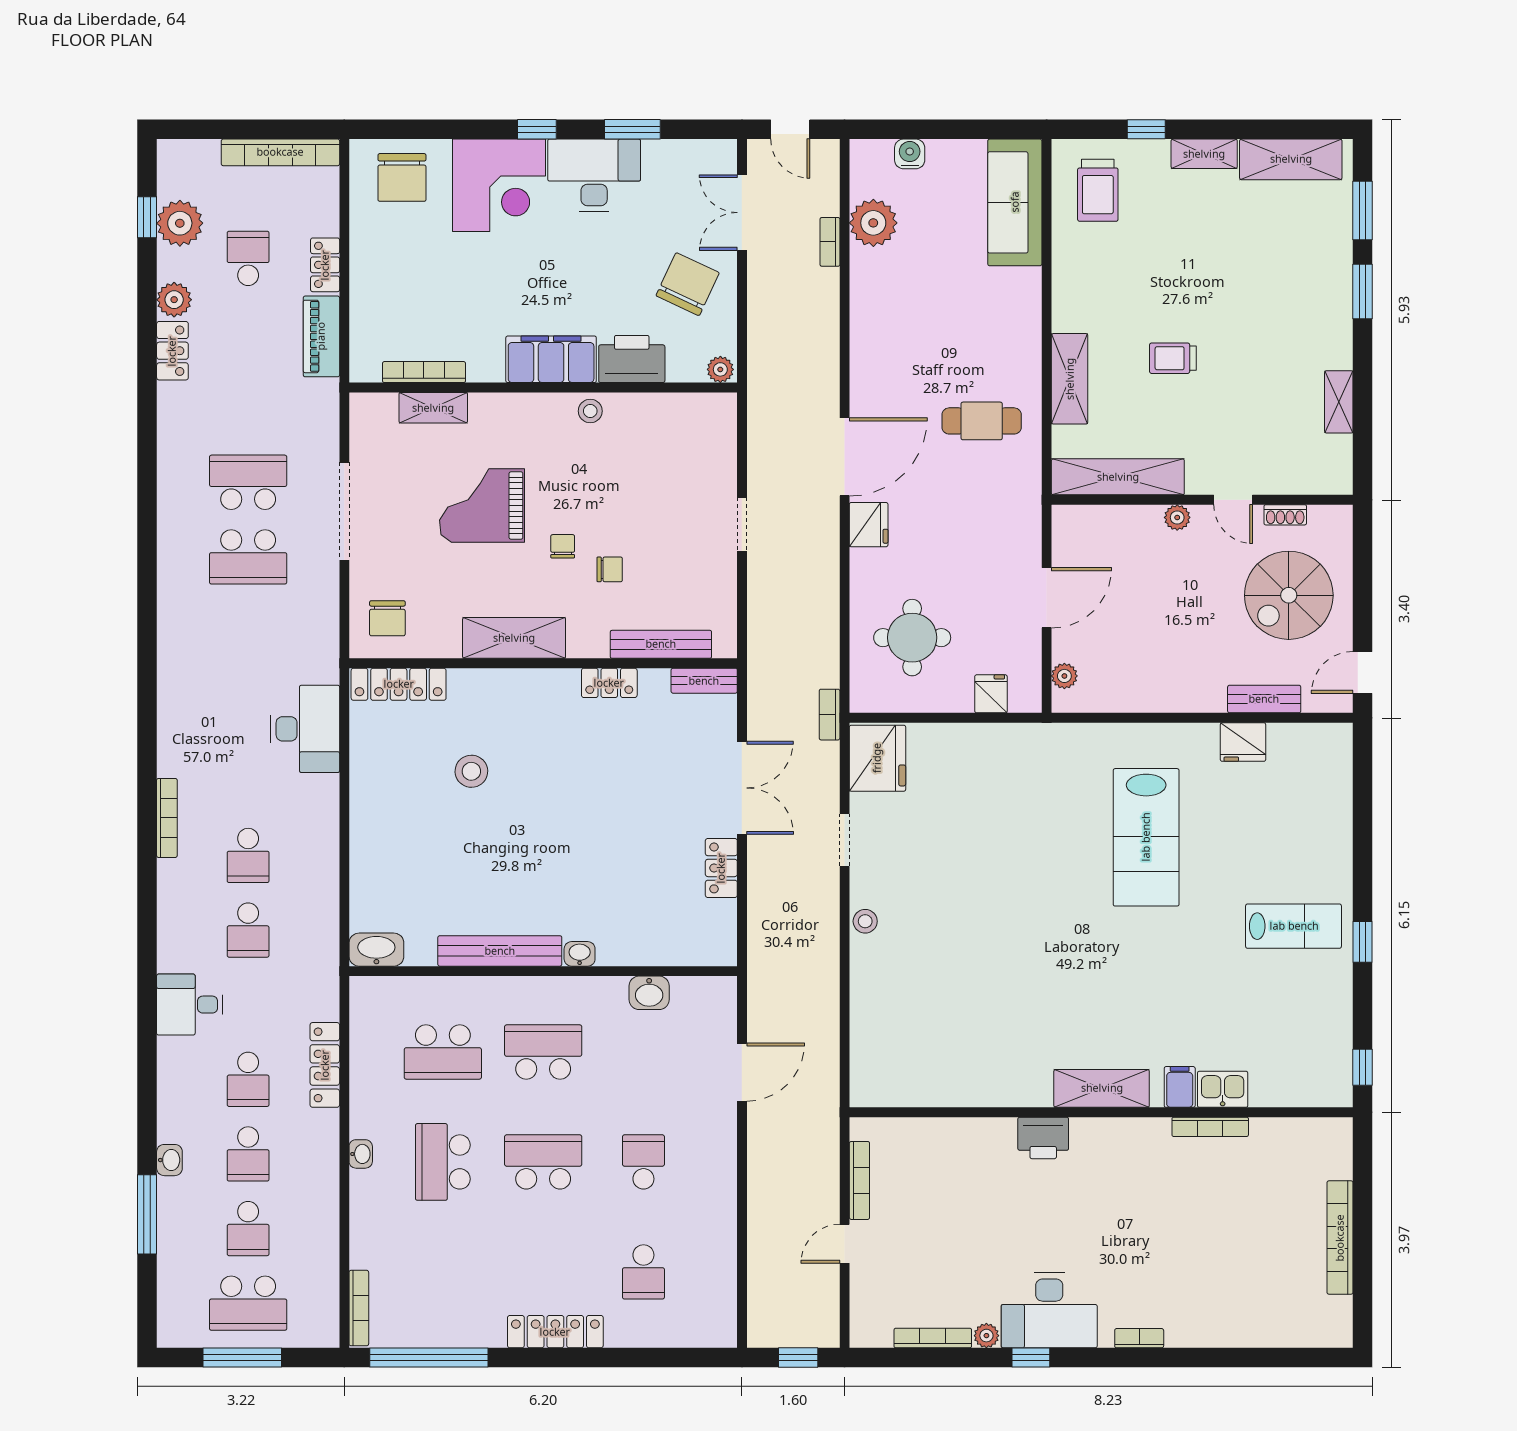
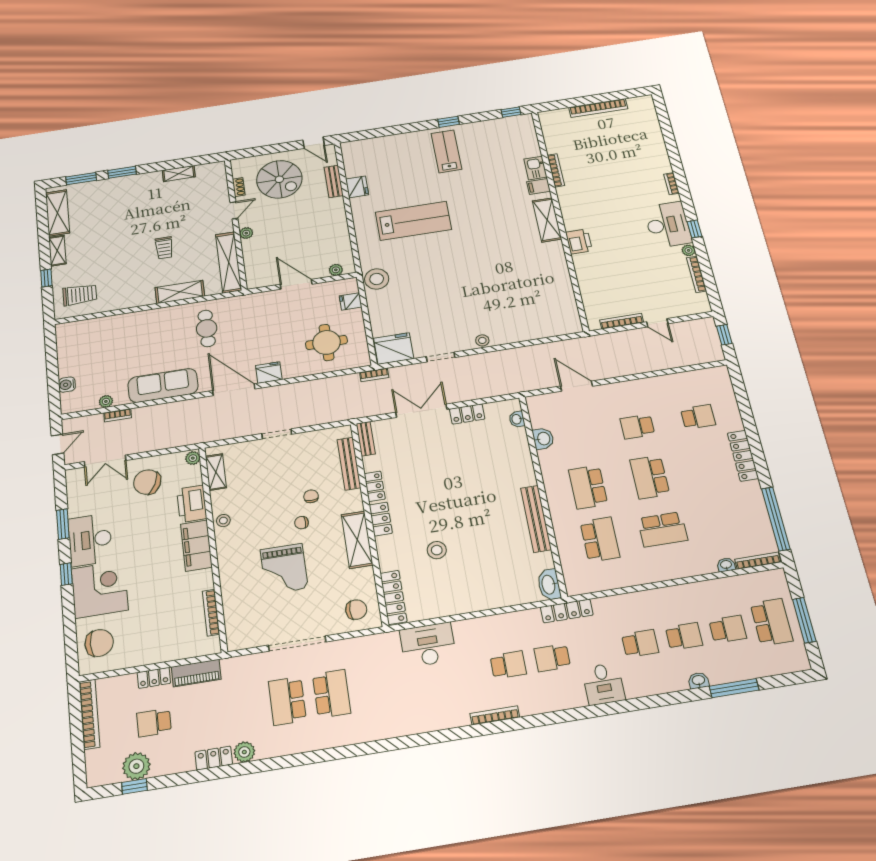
sofa: (1015, 202) -> (163, 385), moved, turned 180
plant: (873, 223) -> (106, 401), width x0.53, depth x0.53
plant: (174, 300) -> (244, 752), moved
shelving: (433, 408) -> (216, 472), moved
locker: (546, 684) -> (381, 519), added
stool: (1031, 749) -> (377, 279), added
school desk: (248, 930) -> (552, 658), turned 180
washbasin: (580, 954) -> (517, 419), moved
locker: (325, 1065) -> (567, 611), moved
washbasin: (361, 1154) -> (726, 565), moved

